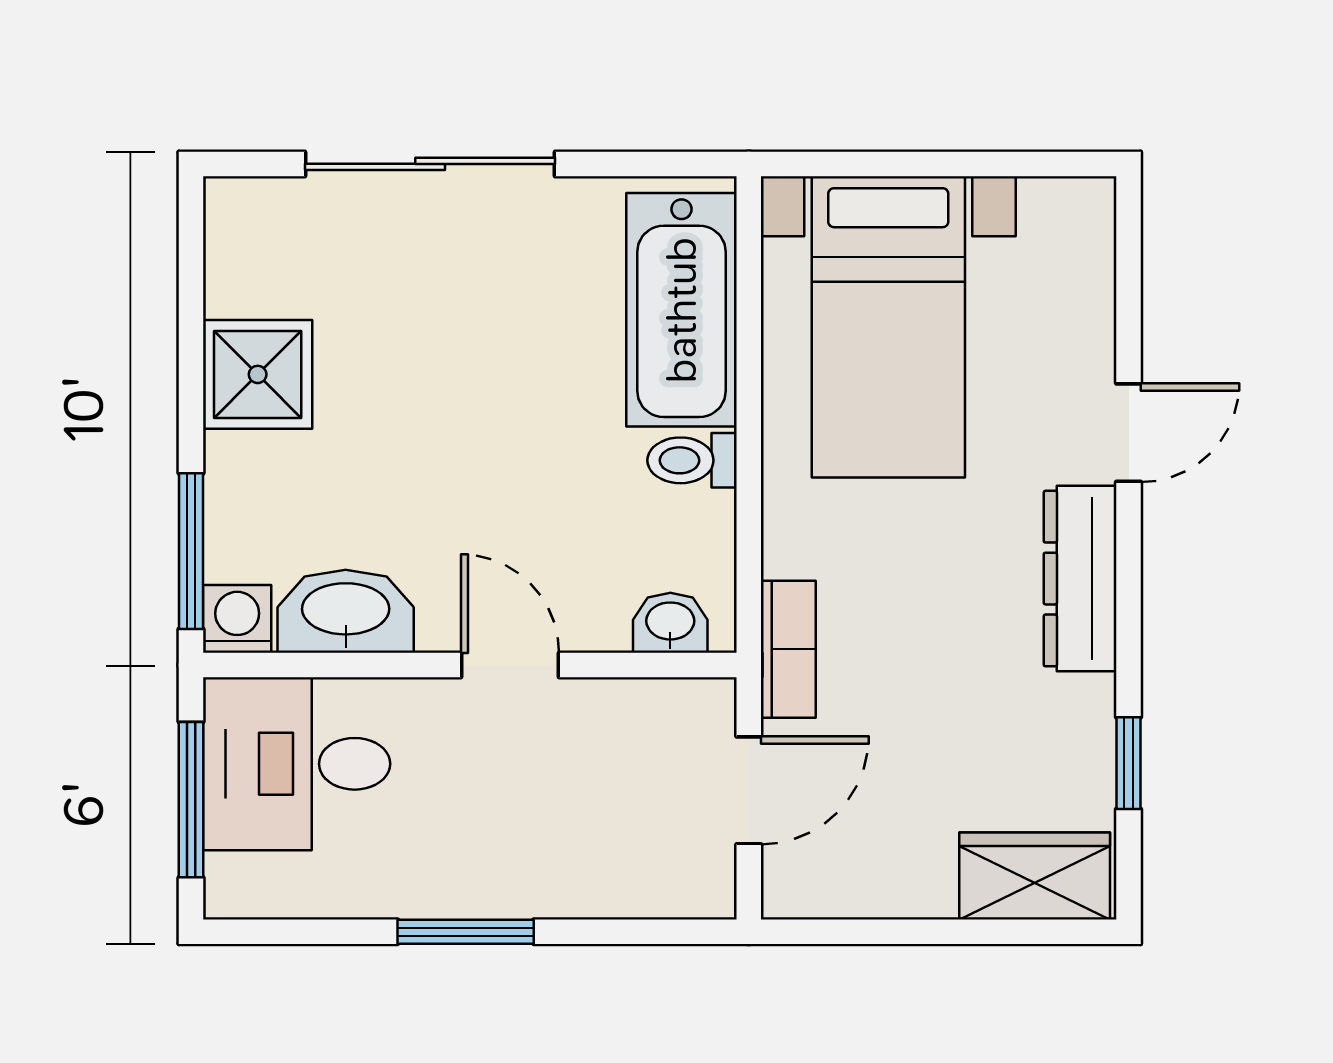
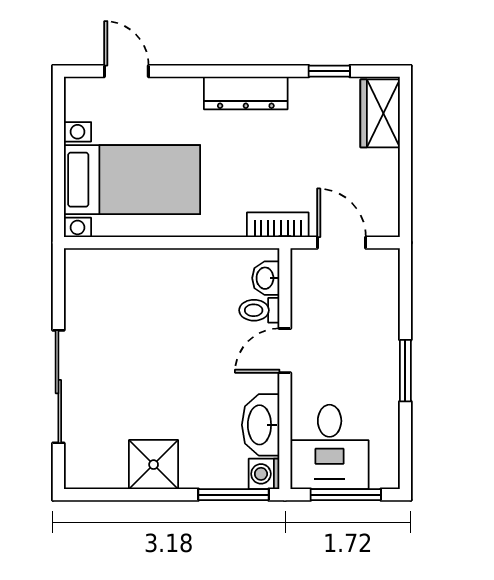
bathtub: (681, 310) -> (124, 273), removed
door: (1129, 433) -> (126, 71), moved
toilet: (692, 460) -> (259, 310), moved, turned 90

